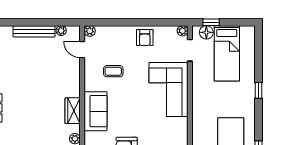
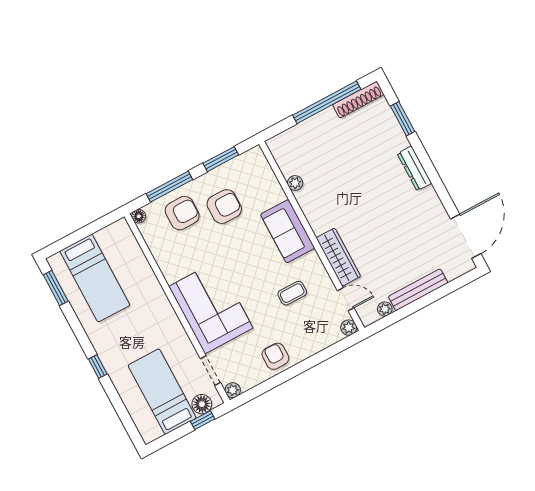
wardrobe: (73, 111) -> (338, 257), moved, width x1.50

